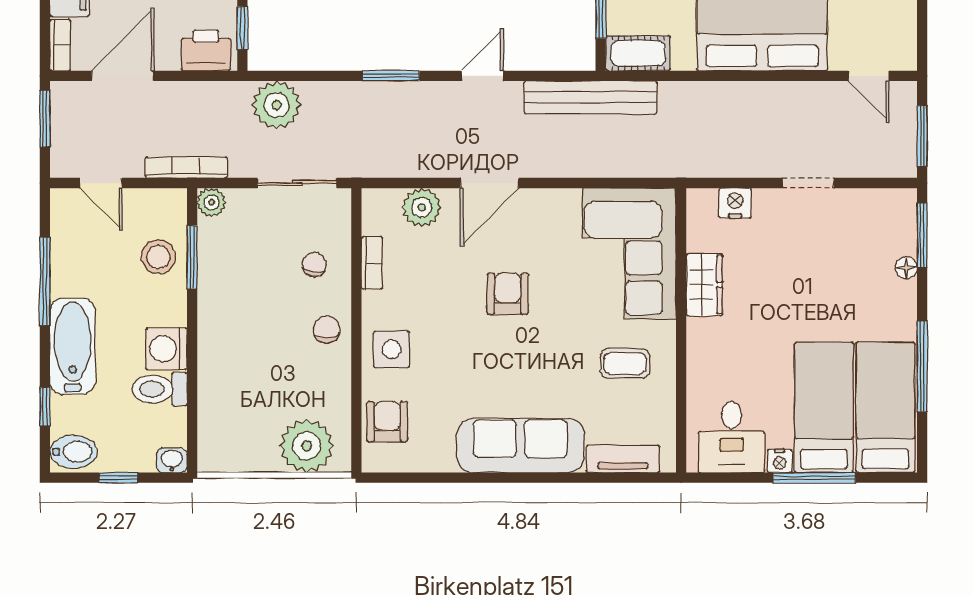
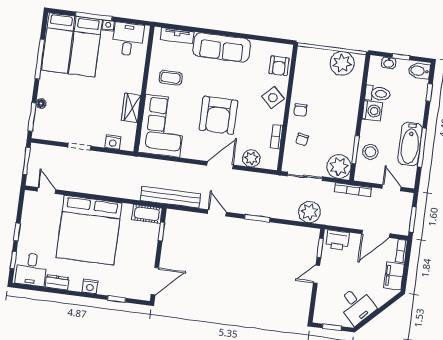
door: (482, 76) -> (217, 213), swing flipped
plant: (212, 202) -> (339, 167), width x1.87, depth x1.87
armchair: (508, 294) -> (218, 115), width x1.88, depth x1.88
bathtub: (73, 346) -> (410, 144), moved
side table: (392, 349) -> (273, 97), turned 45
plant: (307, 446) -> (342, 63), moved
washbasin: (172, 460) -> (389, 63), moved

